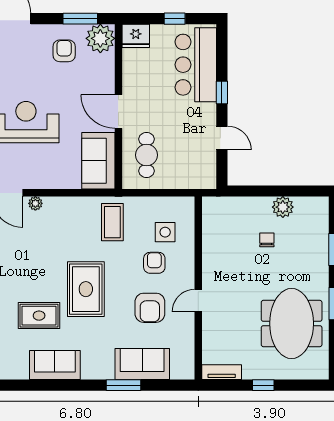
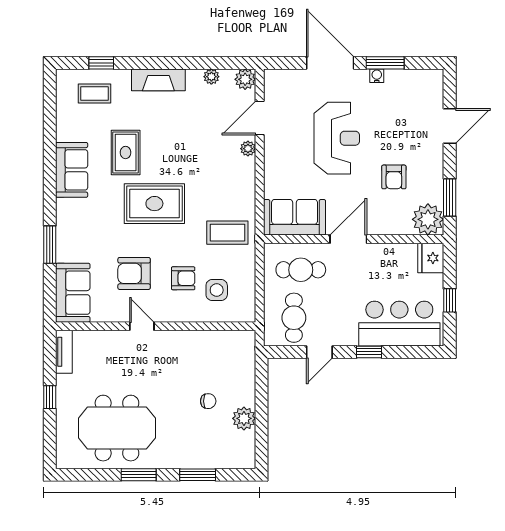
armchair: (64, 51) -> (394, 177), moved, turned 90
cafe table: (190, 161) -> (294, 318), added
sofa: (142, 364) -> (73, 293), moved

